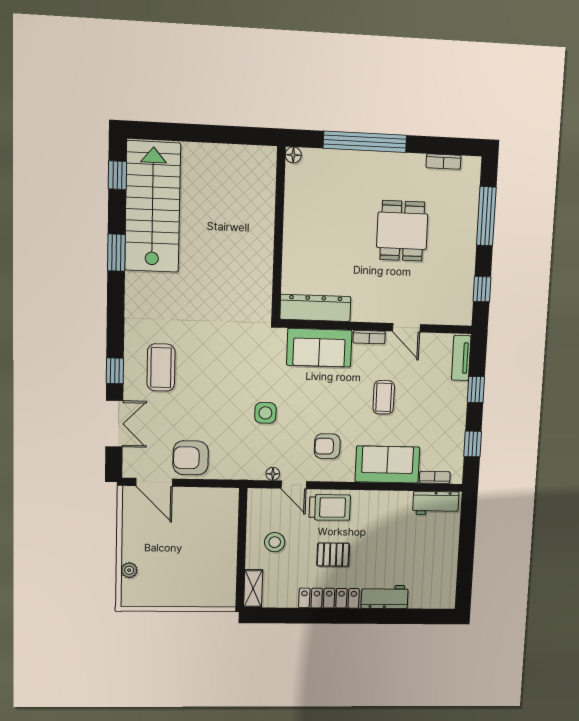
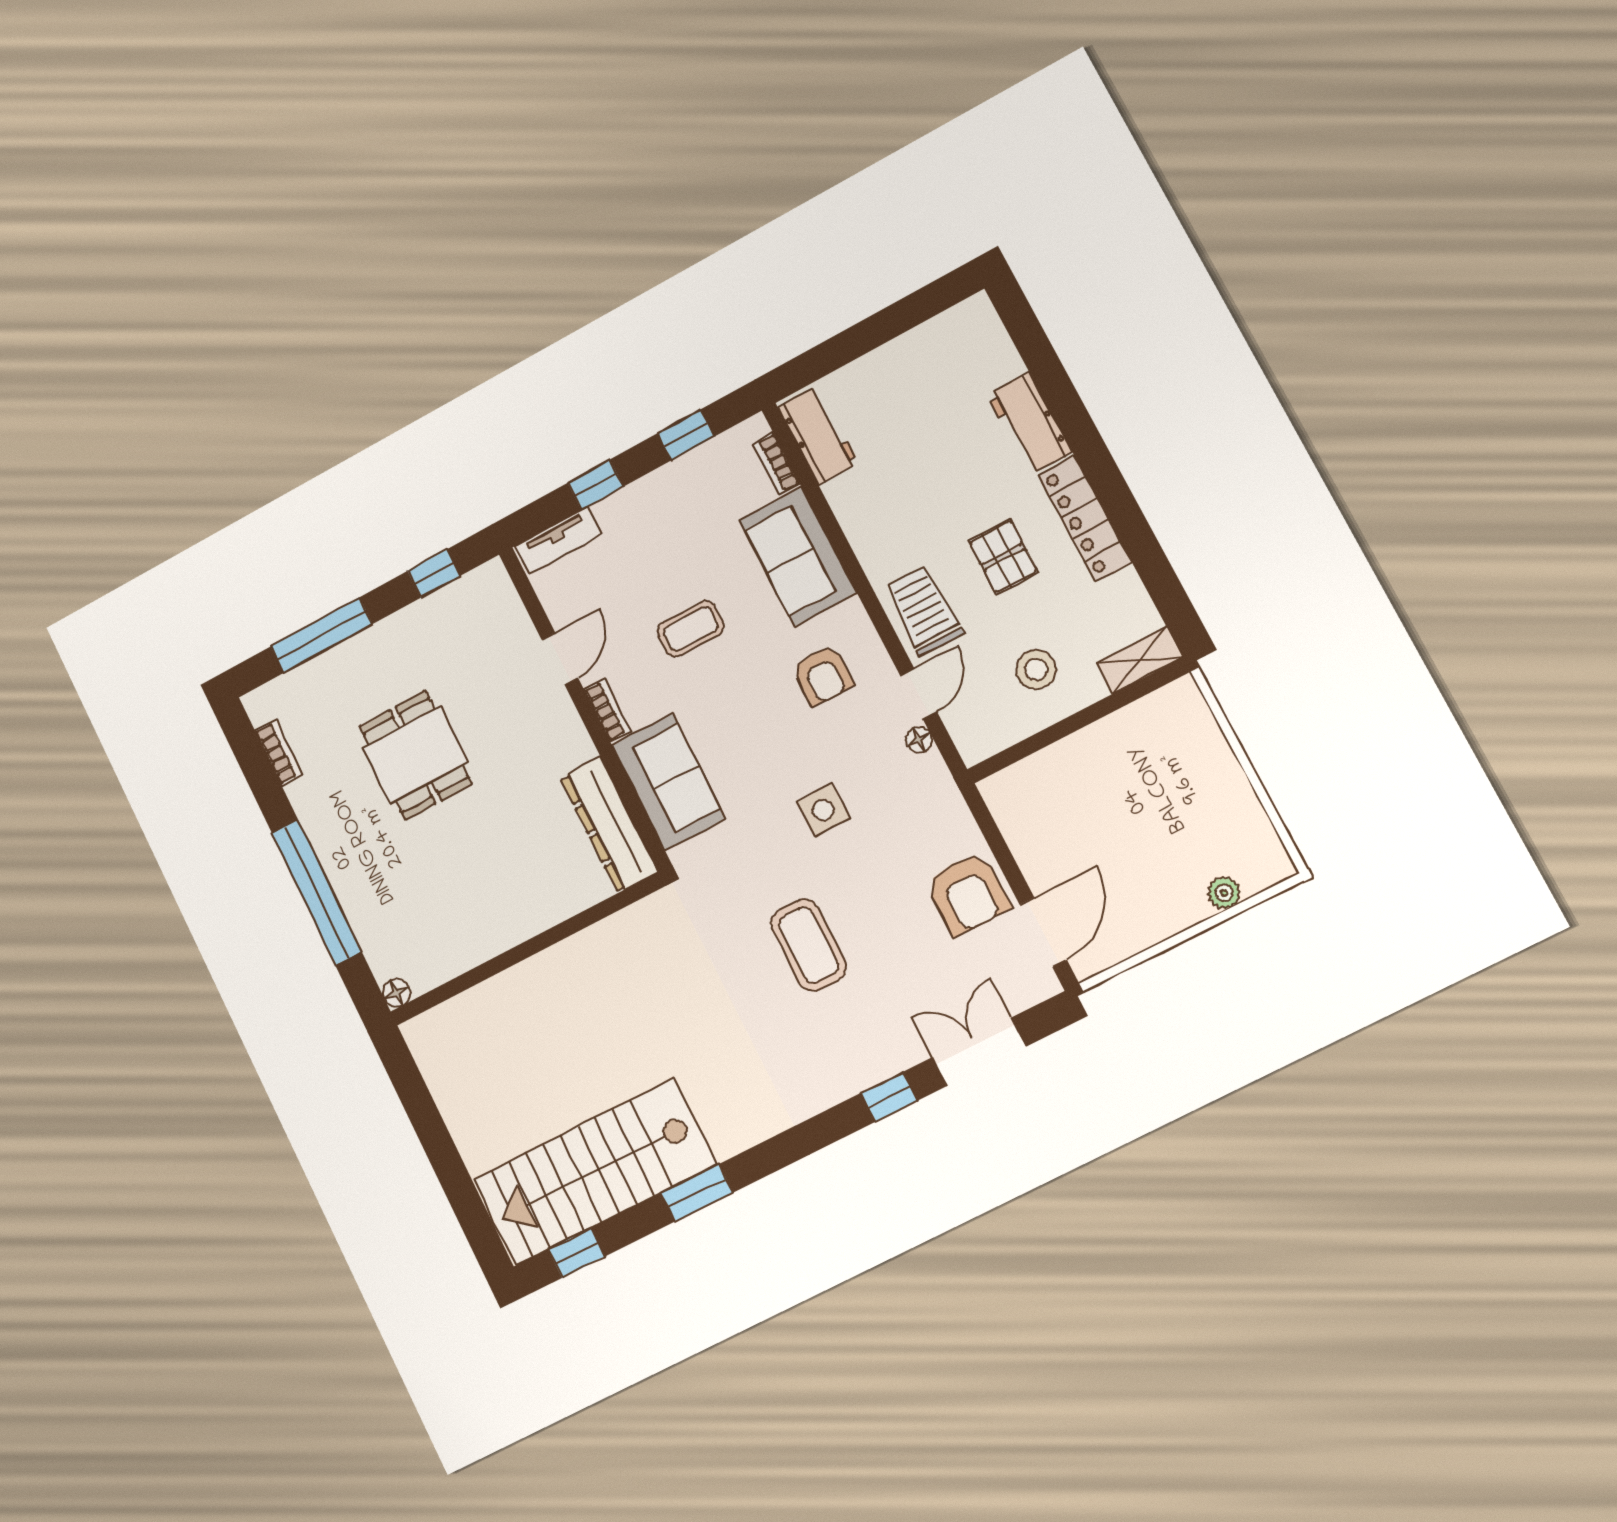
dining table: (402, 231) -> (415, 755), turned 90
coffee table: (161, 368) -> (809, 945), moved, turned 90

